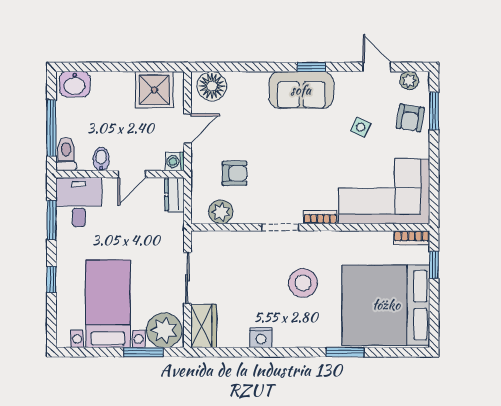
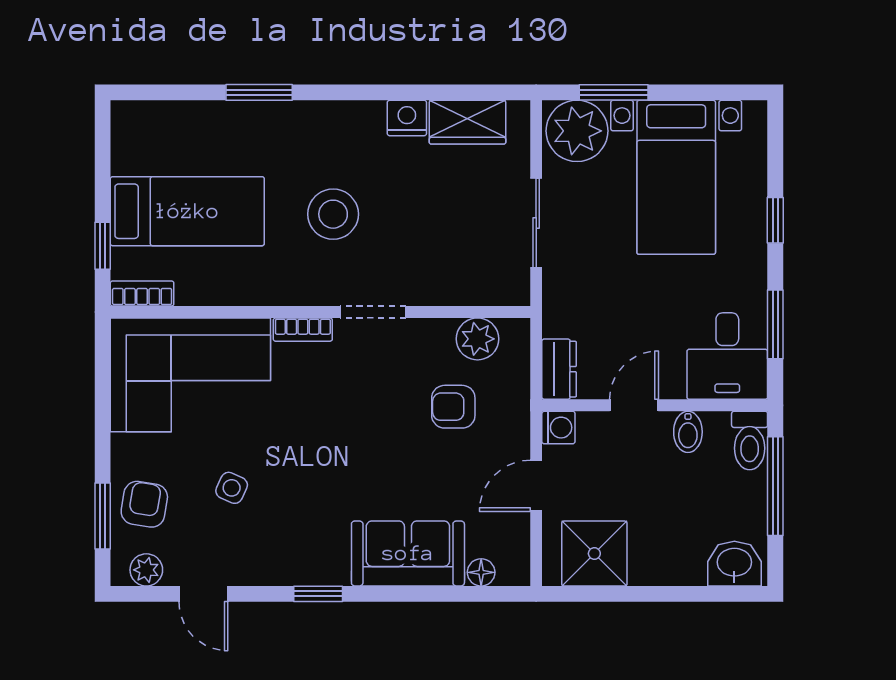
floor lamp: (212, 86) -> (481, 572), width x0.53, depth x0.53
sofa: (301, 90) -> (408, 553), moved
bed: (386, 305) -> (187, 211), width x0.49
wardrobe: (203, 326) -> (468, 122), moved, turned -90

